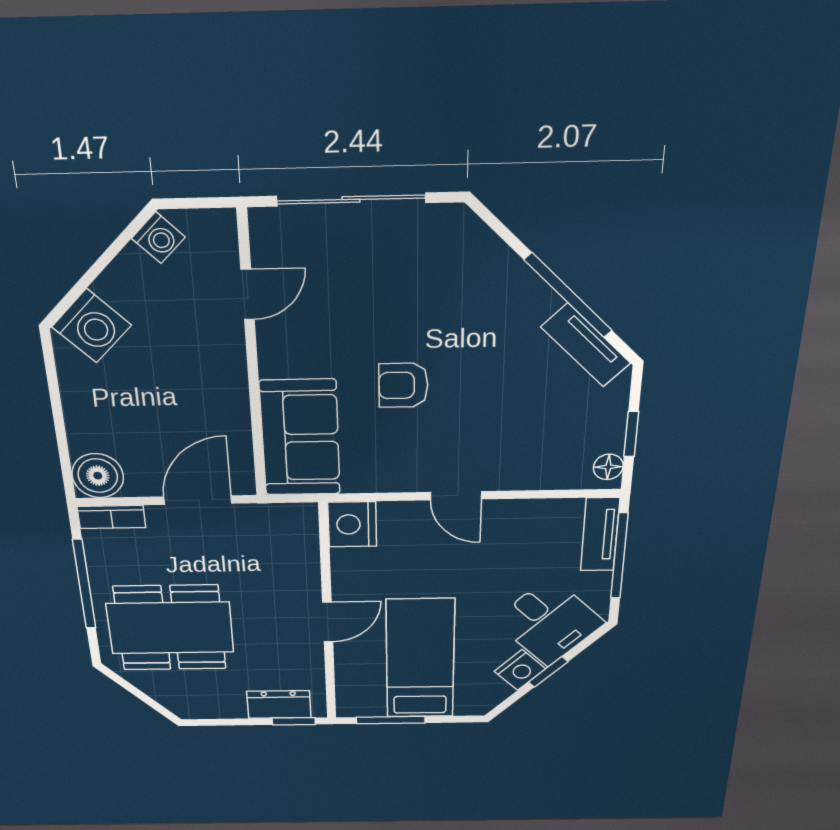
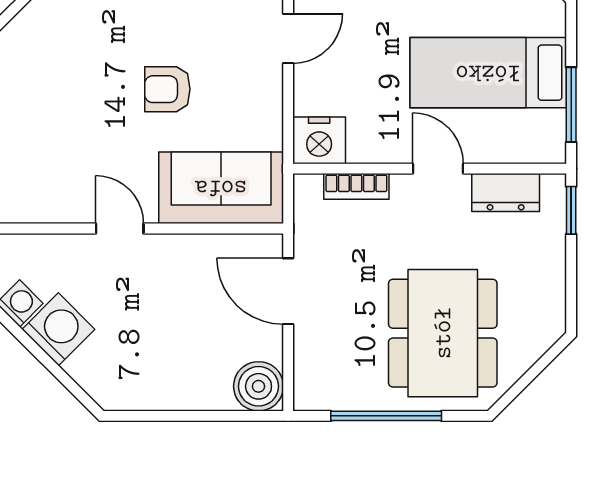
door: (248, 294) -> (120, 228), moved
washing machine: (92, 326) -> (58, 329), moved
armchair: (403, 385) -> (167, 89), turned 90
bookcase: (111, 517) -> (356, 186), moved, turned 90
dresser: (279, 705) -> (506, 192), moved, turned -90

